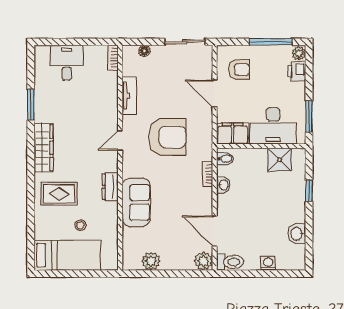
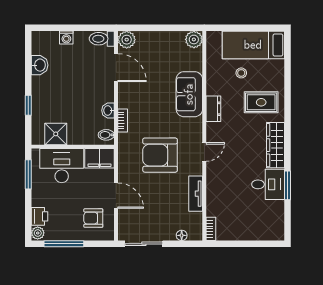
desk: (67, 63) -> (268, 184), moved, turned -90
plant: (151, 261) -> (194, 39), moved

